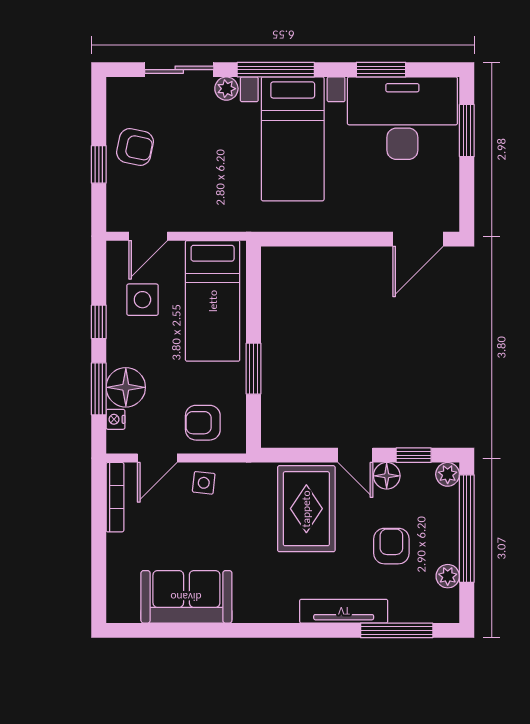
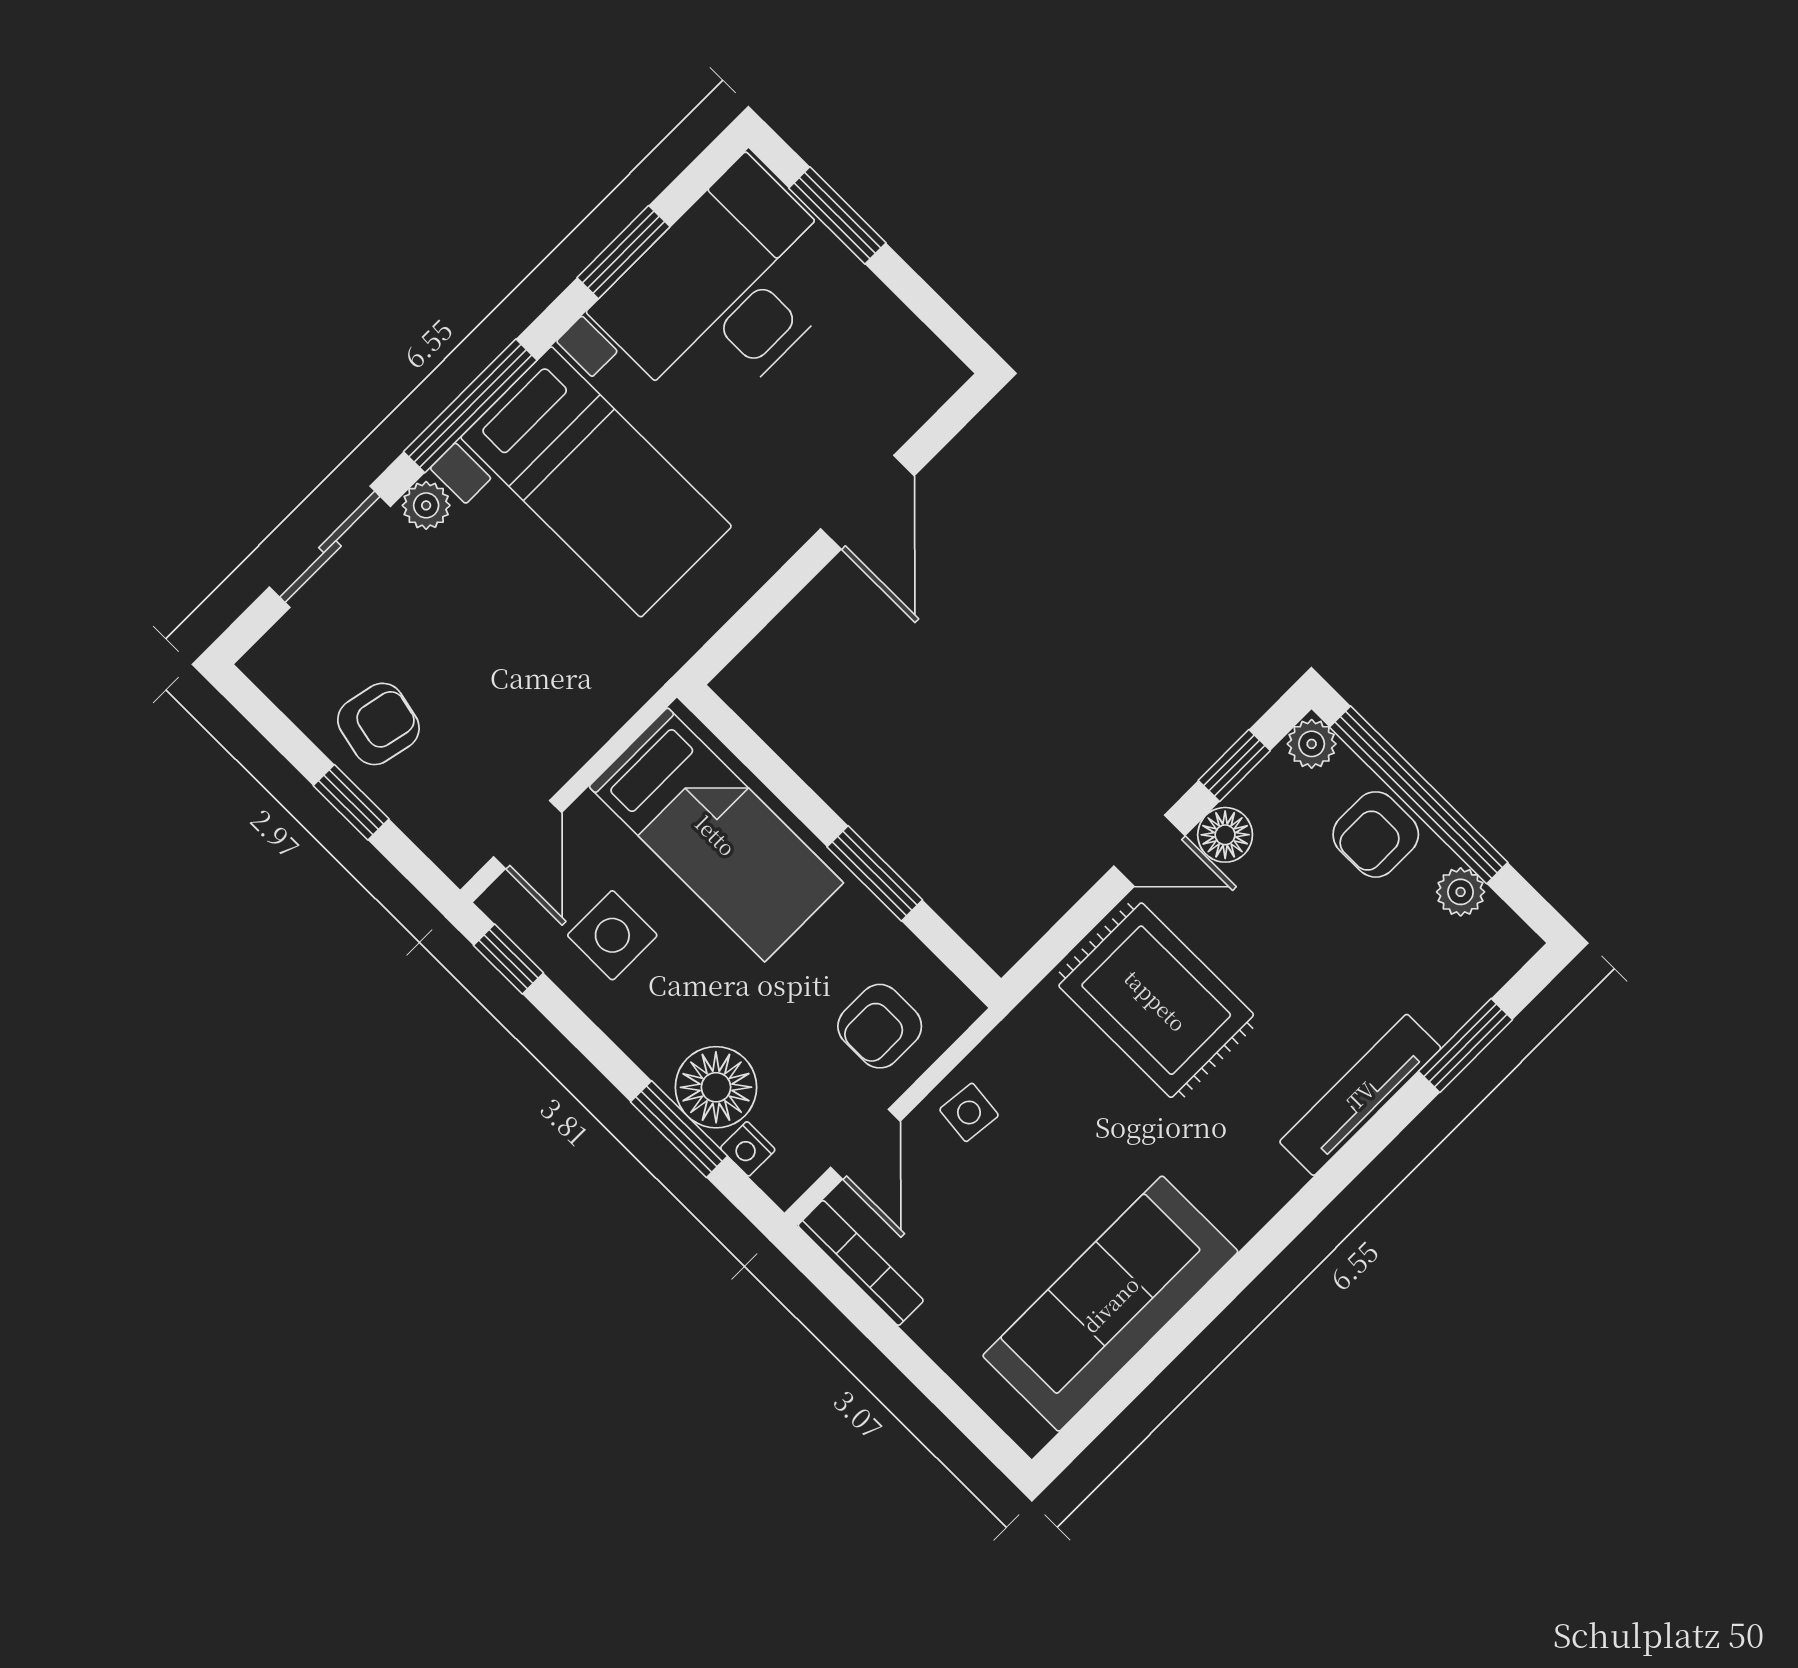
door: (418, 239) -> (867, 502), moved
window: (99, 322) -> (508, 959), moved
armchair: (391, 546) -> (1376, 834), moved, turned -90
sofa: (186, 597) -> (1110, 1304), width x1.36
window: (397, 630) -> (1465, 1045), width x0.69

